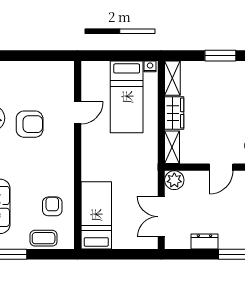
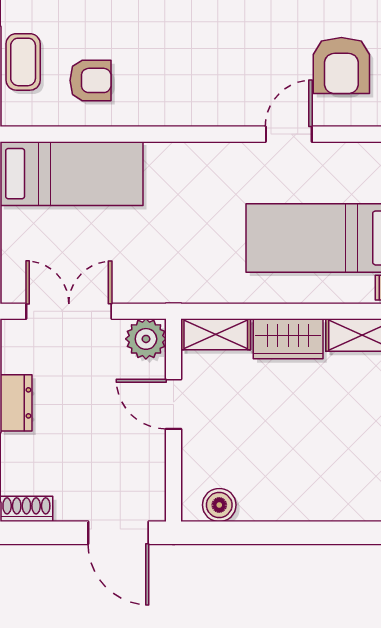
door: (78, 113) -> (289, 134), swing flipped
armchair: (30, 124) -> (341, 66), moved
door: (221, 167) -> (174, 404), moved

